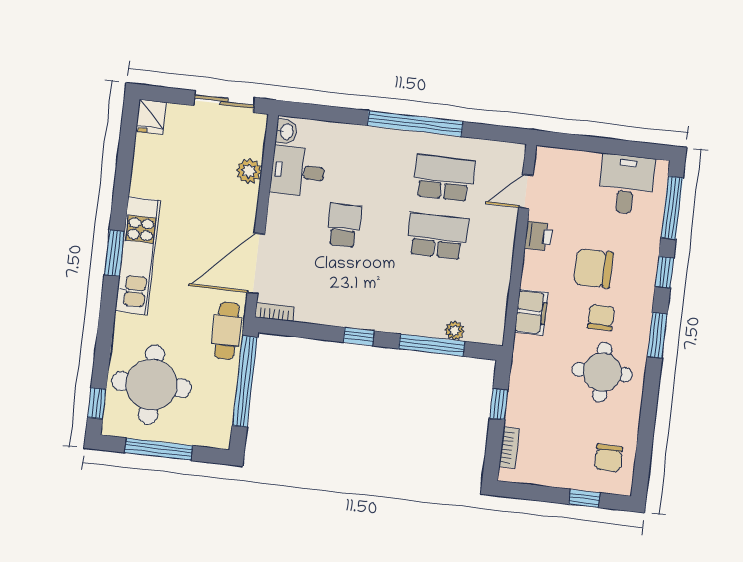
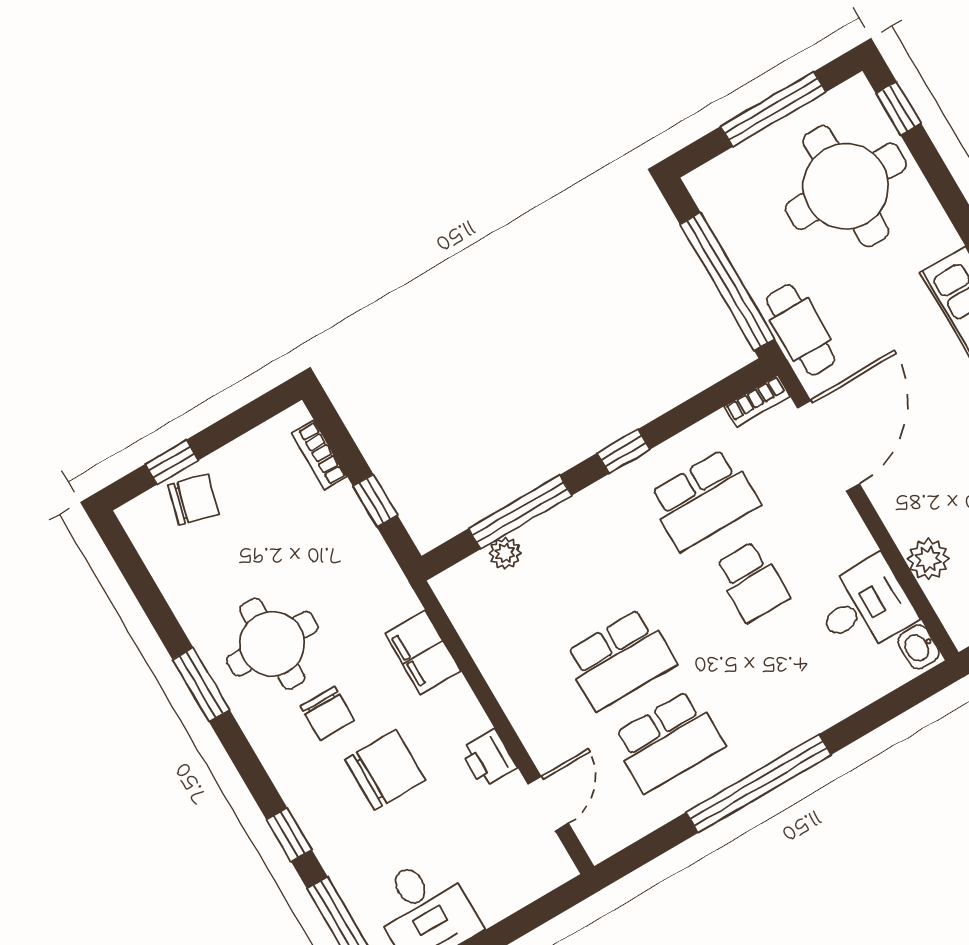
school desk: (337, 283) -> (704, 500), added
window: (657, 335) -> (201, 684), moved
chair: (608, 458) -> (194, 500), moved, turned 105

